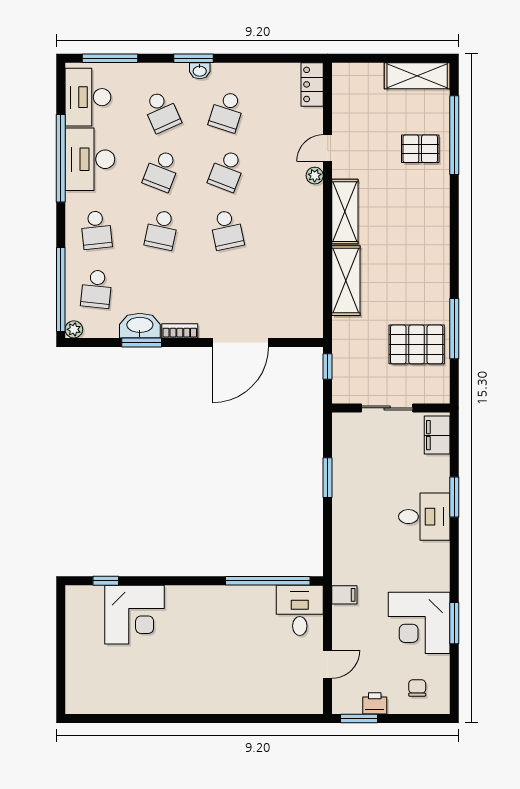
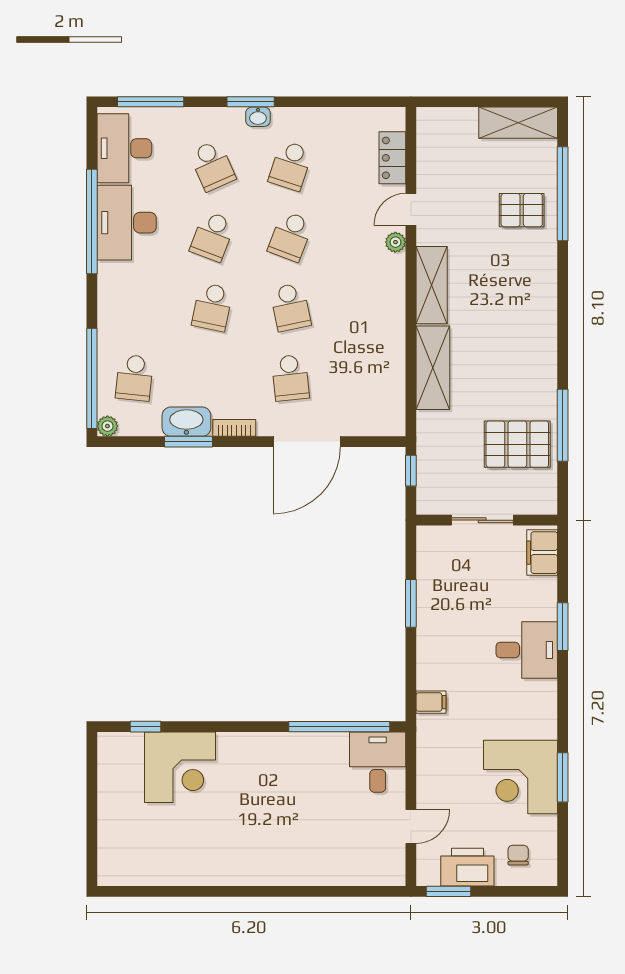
locker: (312, 84) -> (392, 158), moved
school desk: (96, 230) -> (290, 378), moved
filing cabinet: (344, 595) -> (431, 702), moved
printer: (375, 703) -> (467, 867), width x1.87, depth x1.48

